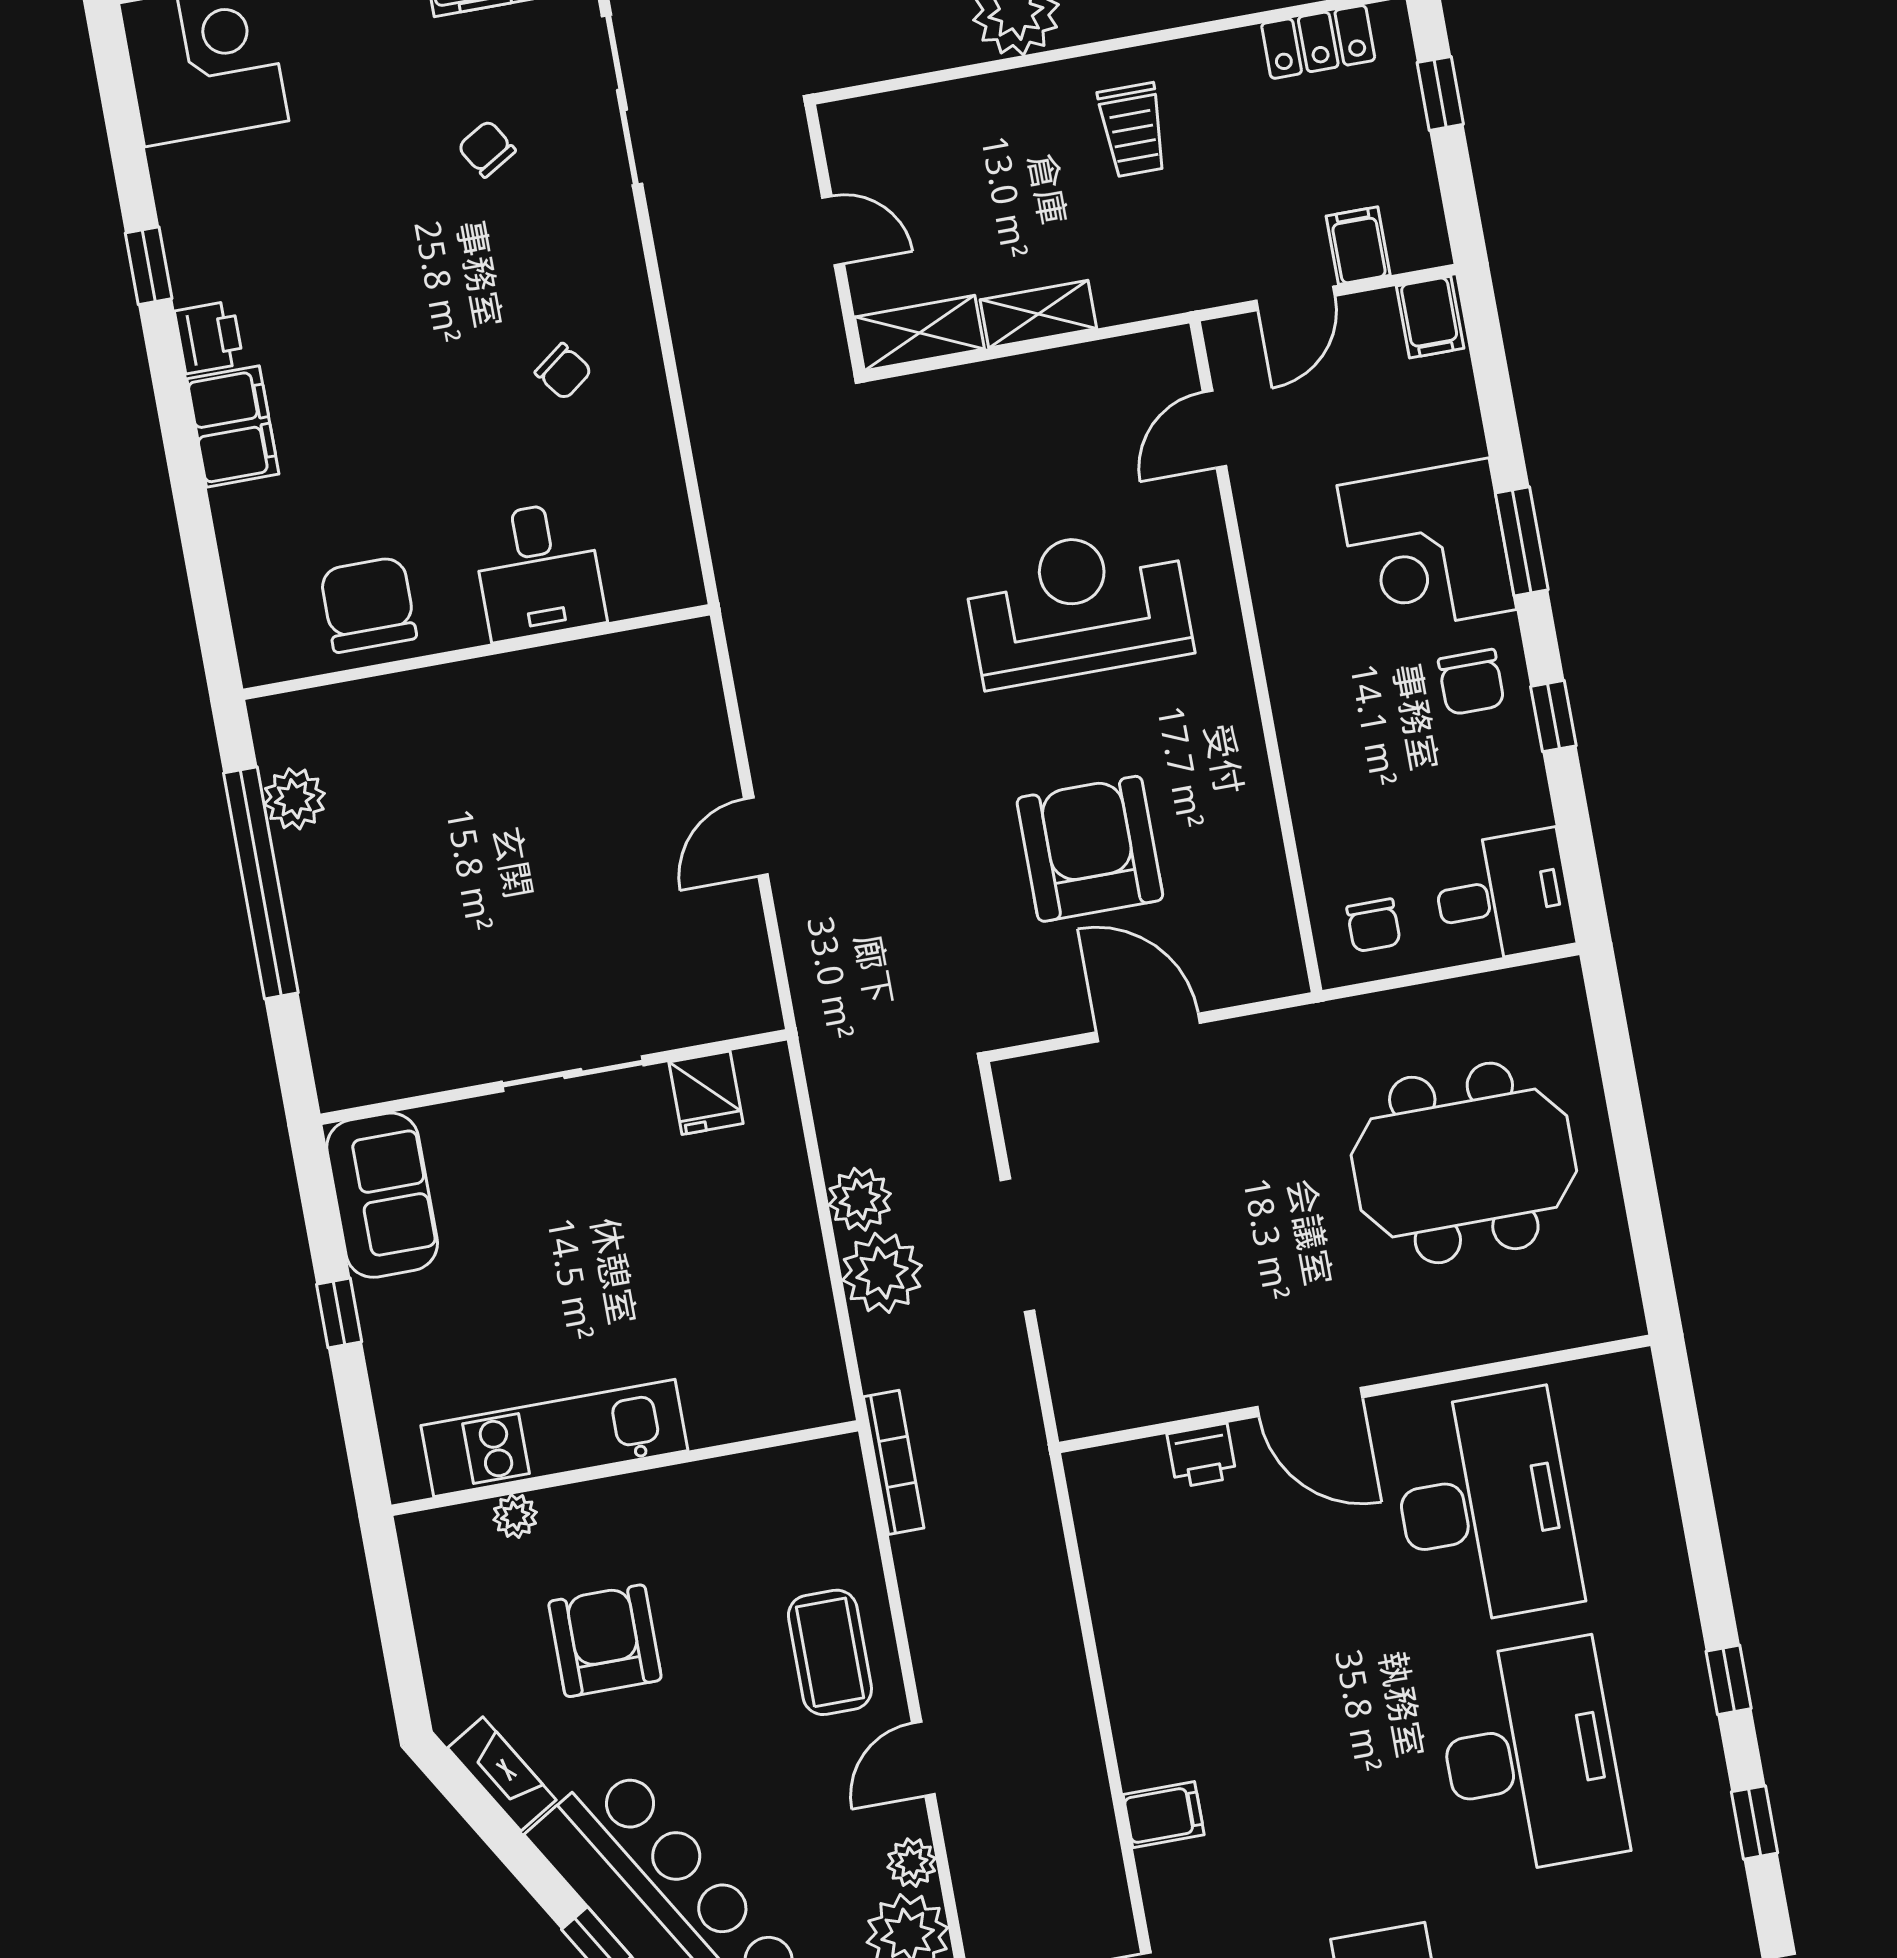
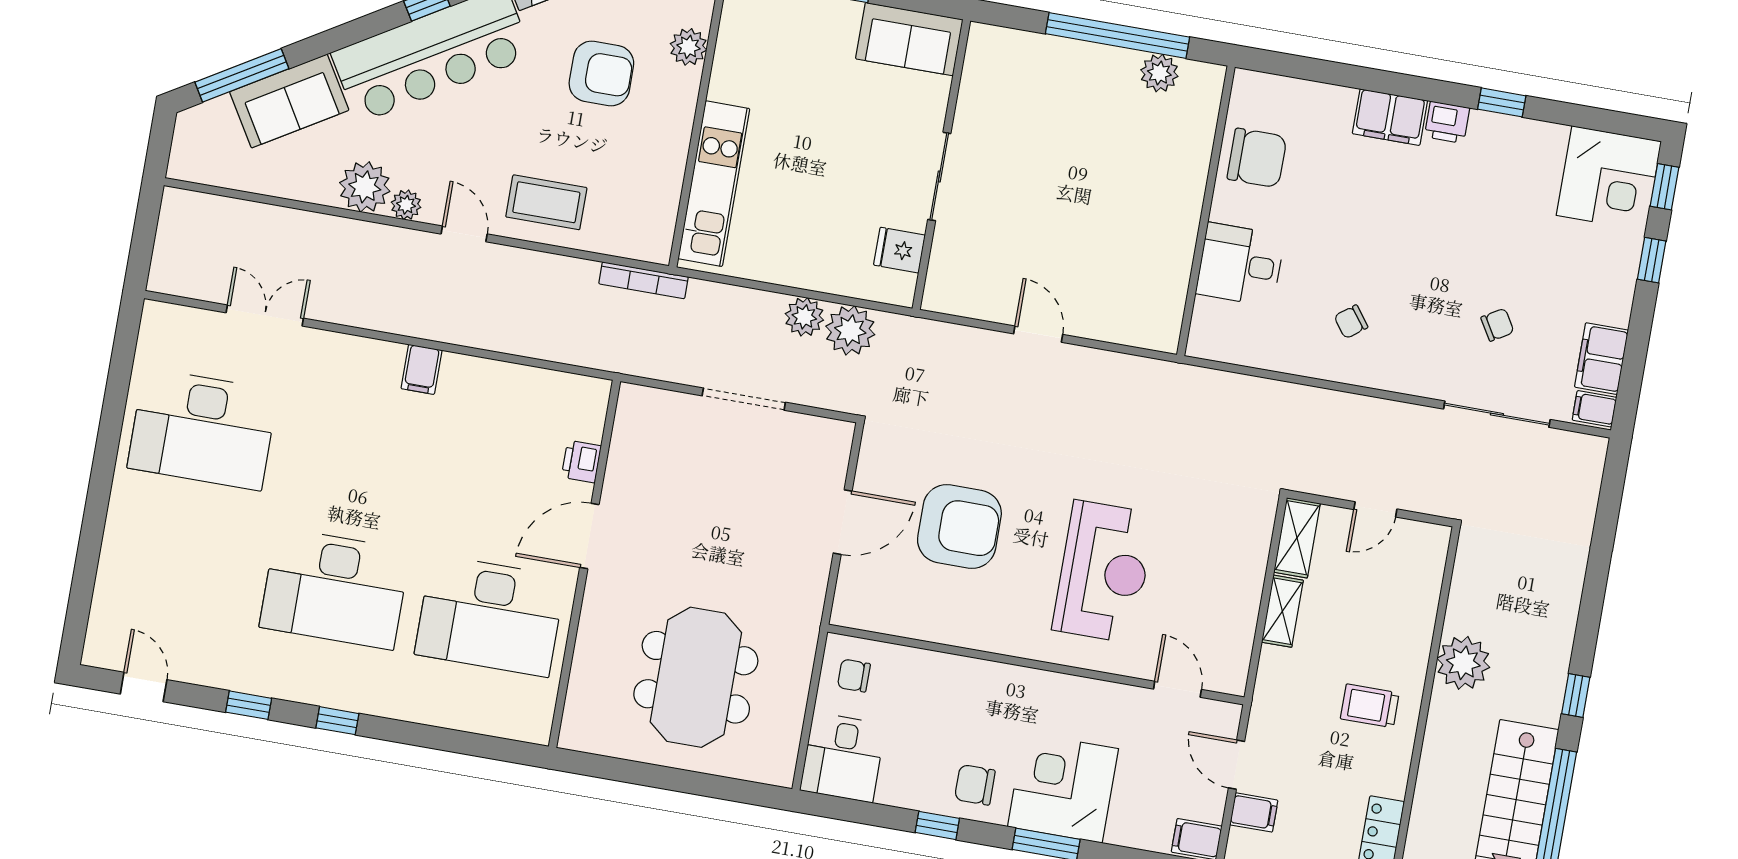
plant: (882, 1273) -> (850, 330), moved
kitchen unit: (554, 1438) -> (714, 184), moved
plant: (515, 1516) -> (688, 47), width x1.38, depth x1.38
filing cabinet: (1164, 1815) -> (421, 369), moved

